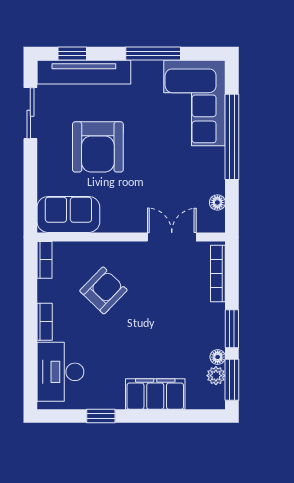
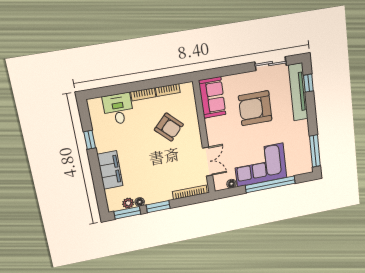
window: (153, 53) -> (315, 151), moved
corner sofa: (195, 103) -> (260, 165), moved
bookcase: (45, 260) -> (168, 90), moved
desk: (60, 372) -> (118, 109), width x0.73

